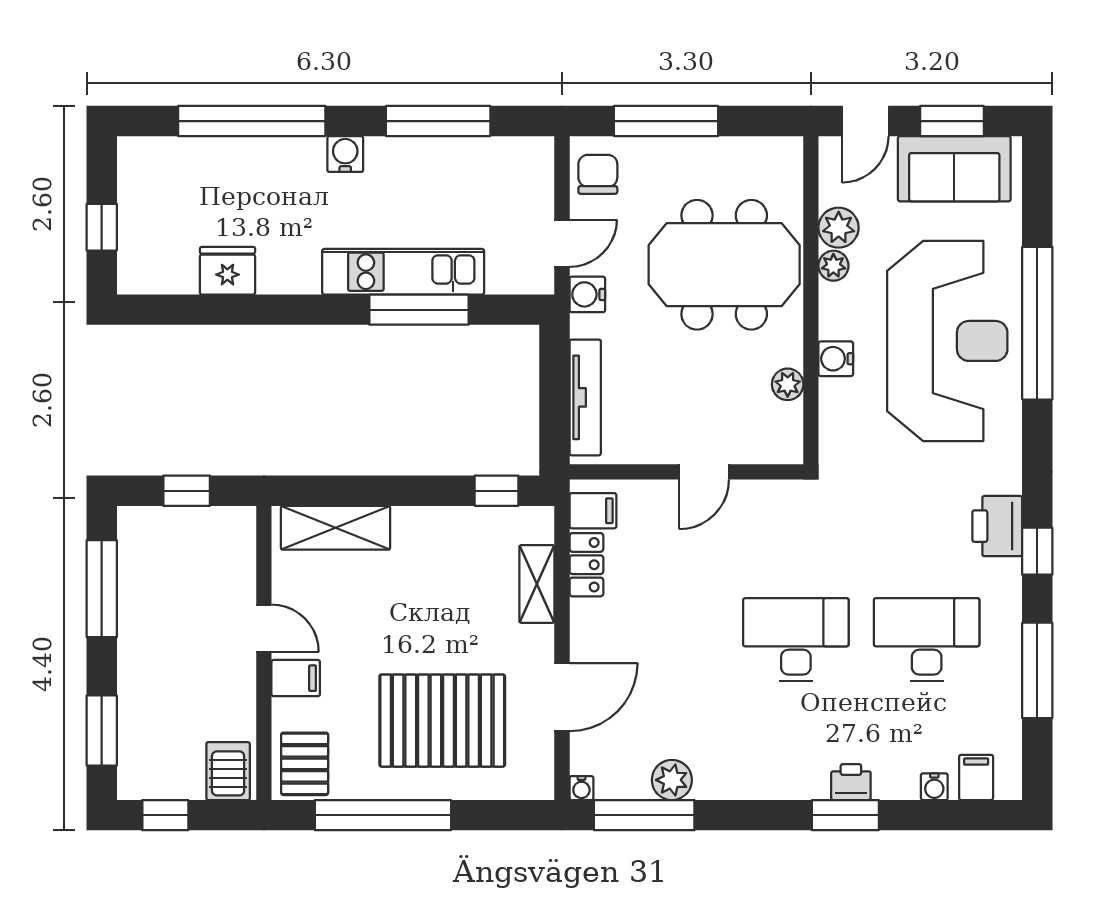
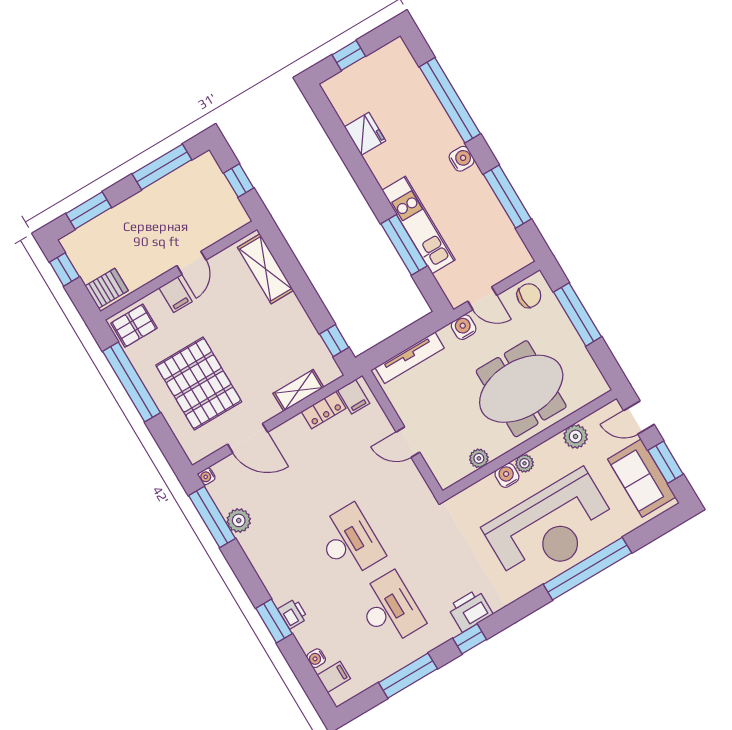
meeting table: (724, 265) -> (521, 389), turned 90
plant: (833, 266) -> (525, 463), moved

